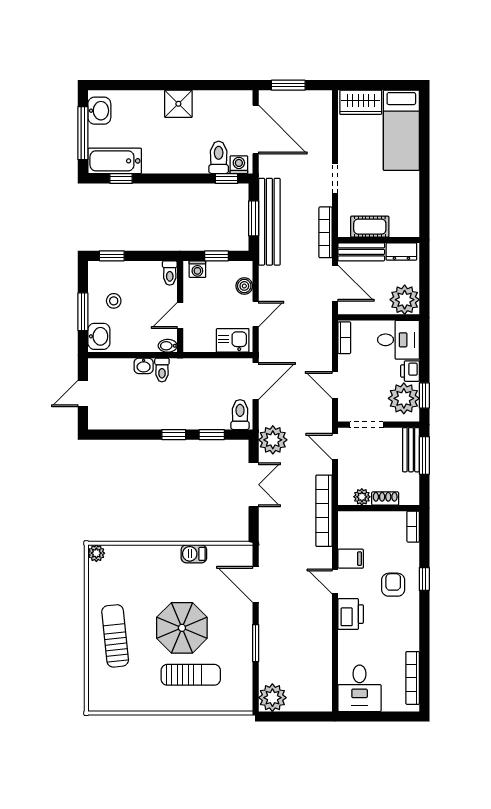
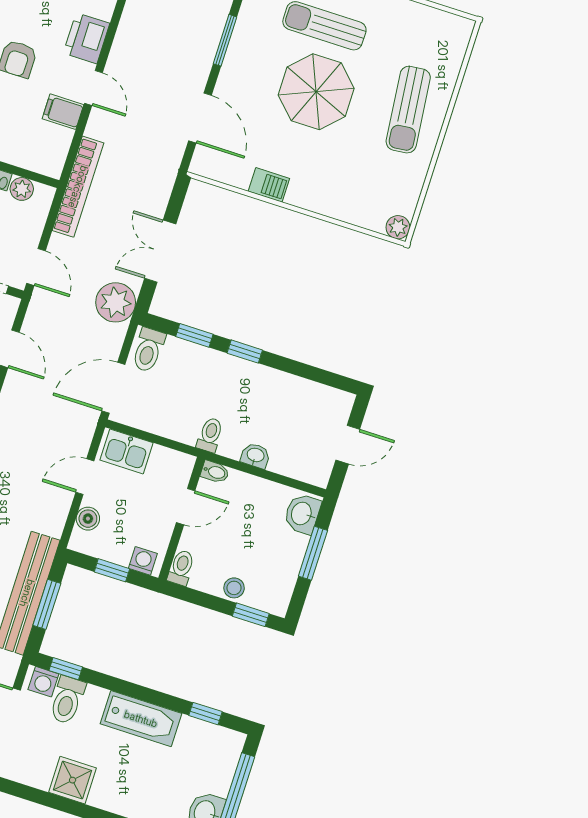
shower: (178, 104) -> (73, 780), moved
bathtub: (115, 161) -> (141, 719), moved
stool: (114, 301) -> (234, 588), moved
toilet: (162, 370) -> (210, 435), moved

